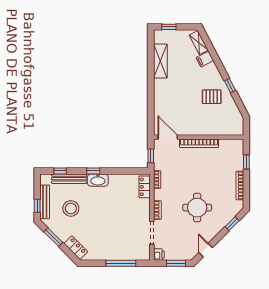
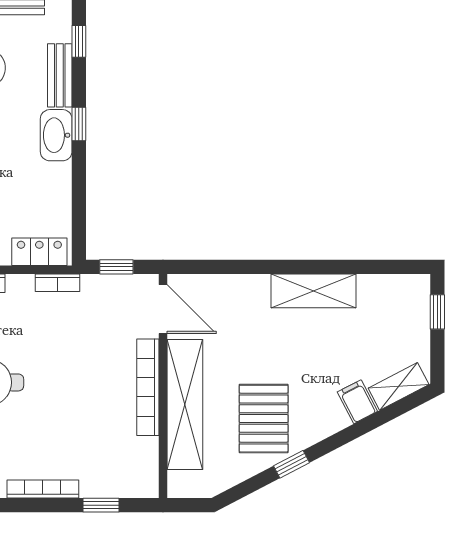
shelving: (160, 61) -> (313, 291), moved
pallet: (212, 97) -> (264, 419), width x1.50, depth x1.42
shelving: (206, 128) -> (185, 404), added
door: (168, 137) -> (163, 309), hinge flipped
bench: (69, 179) -> (60, 75), width x0.73

